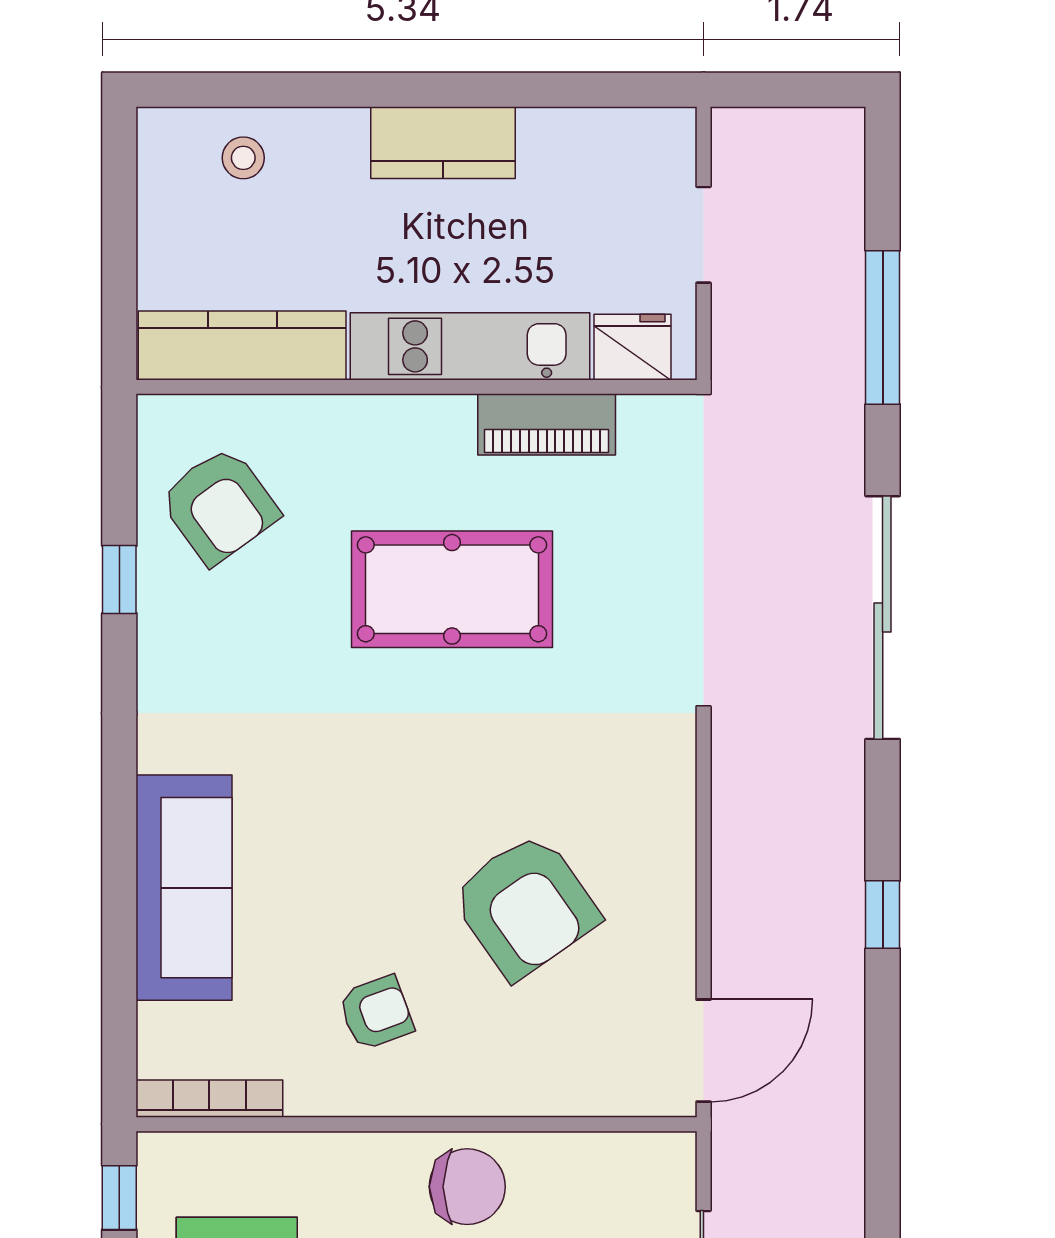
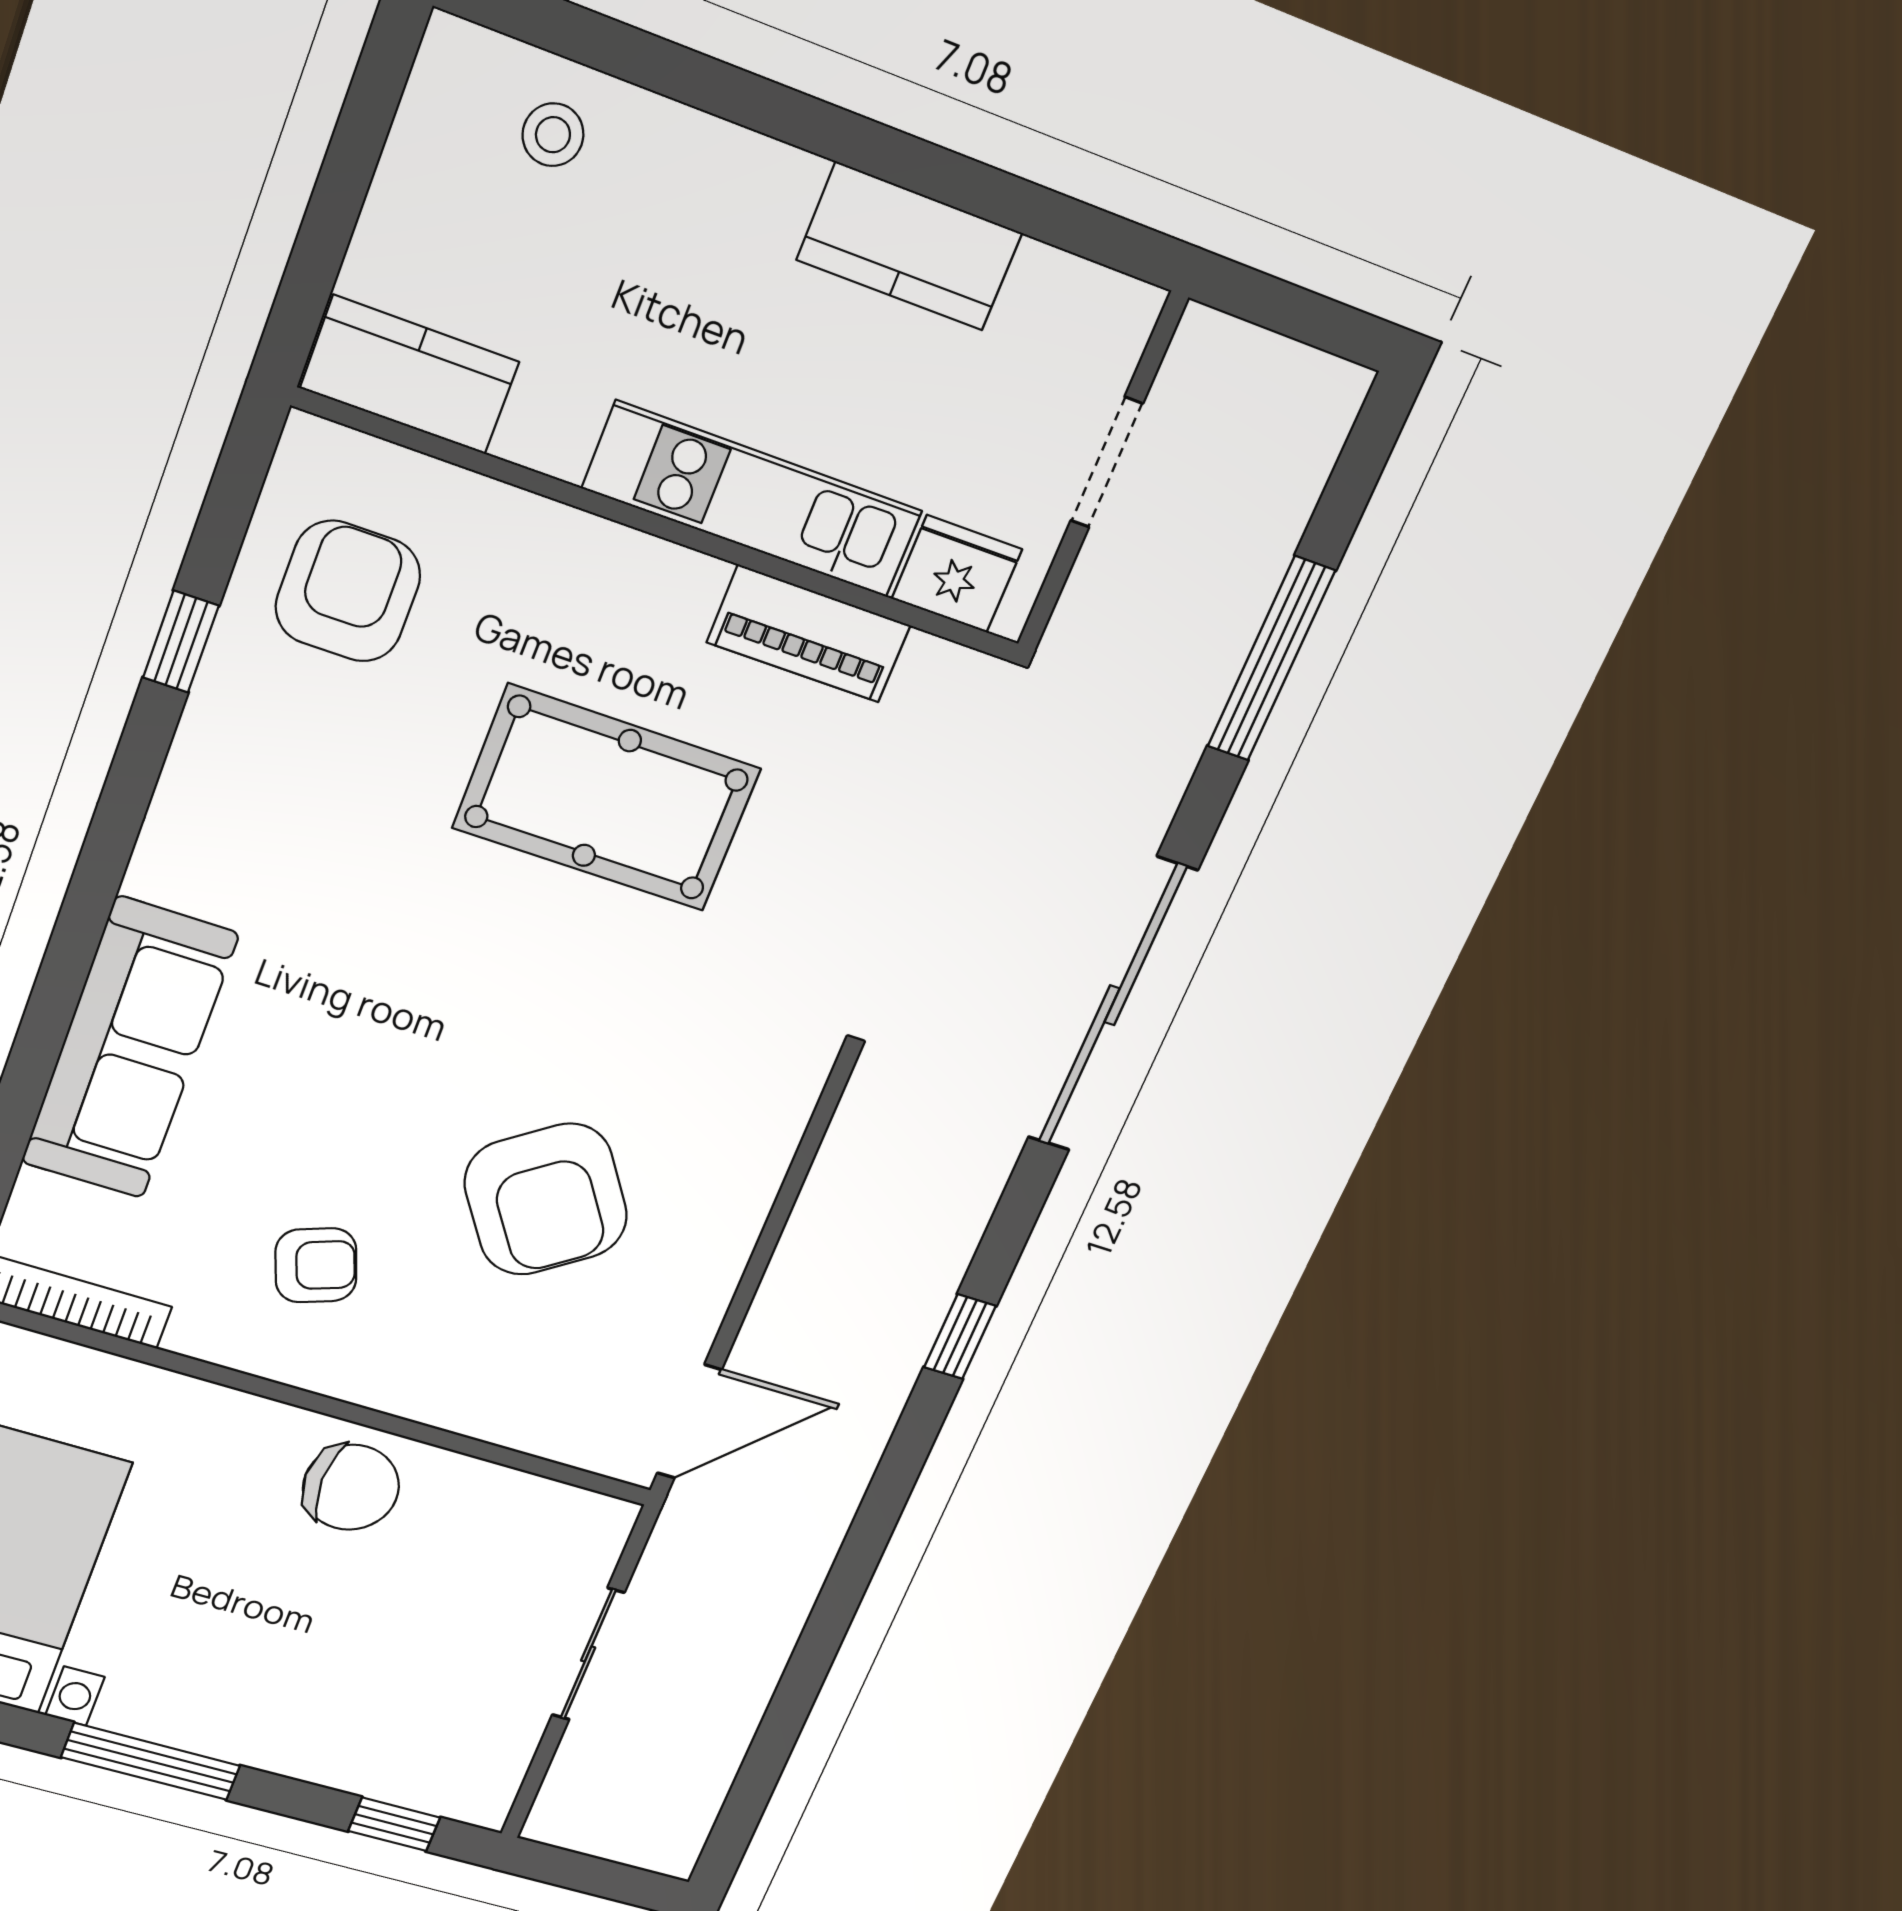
kitchen counter: (443, 143) -> (910, 246), moved
kitchen counter: (242, 346) -> (410, 375), width x0.67
armchair: (219, 505) -> (348, 591), turned -144

